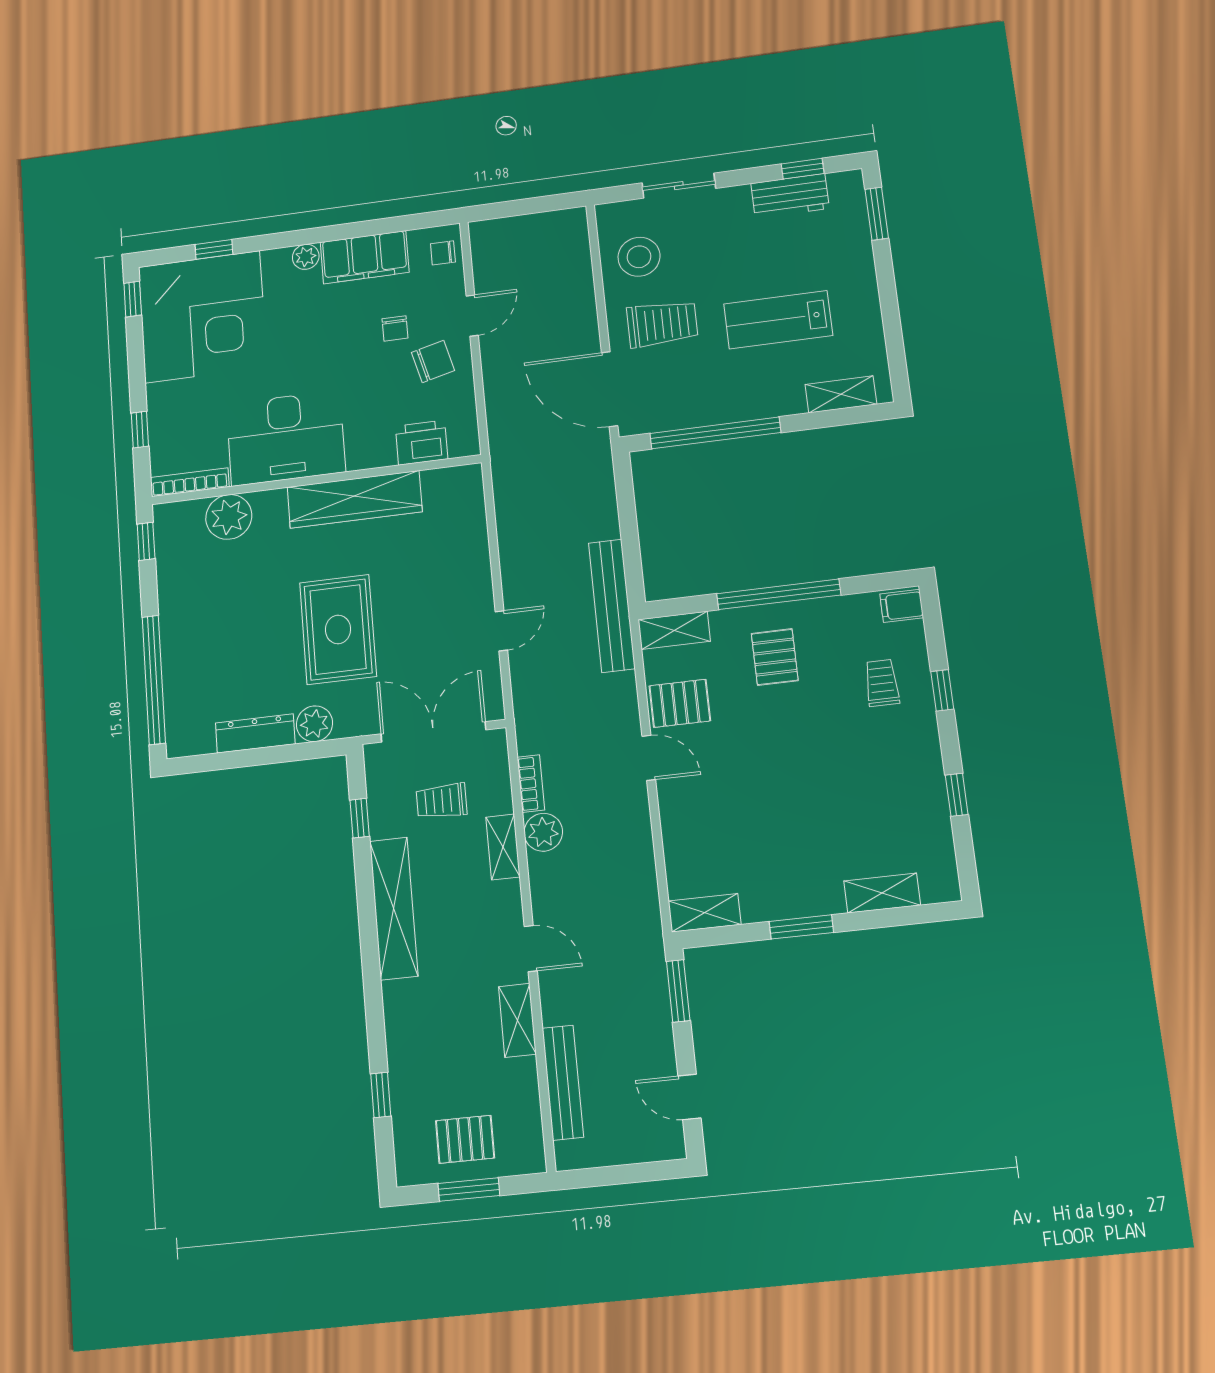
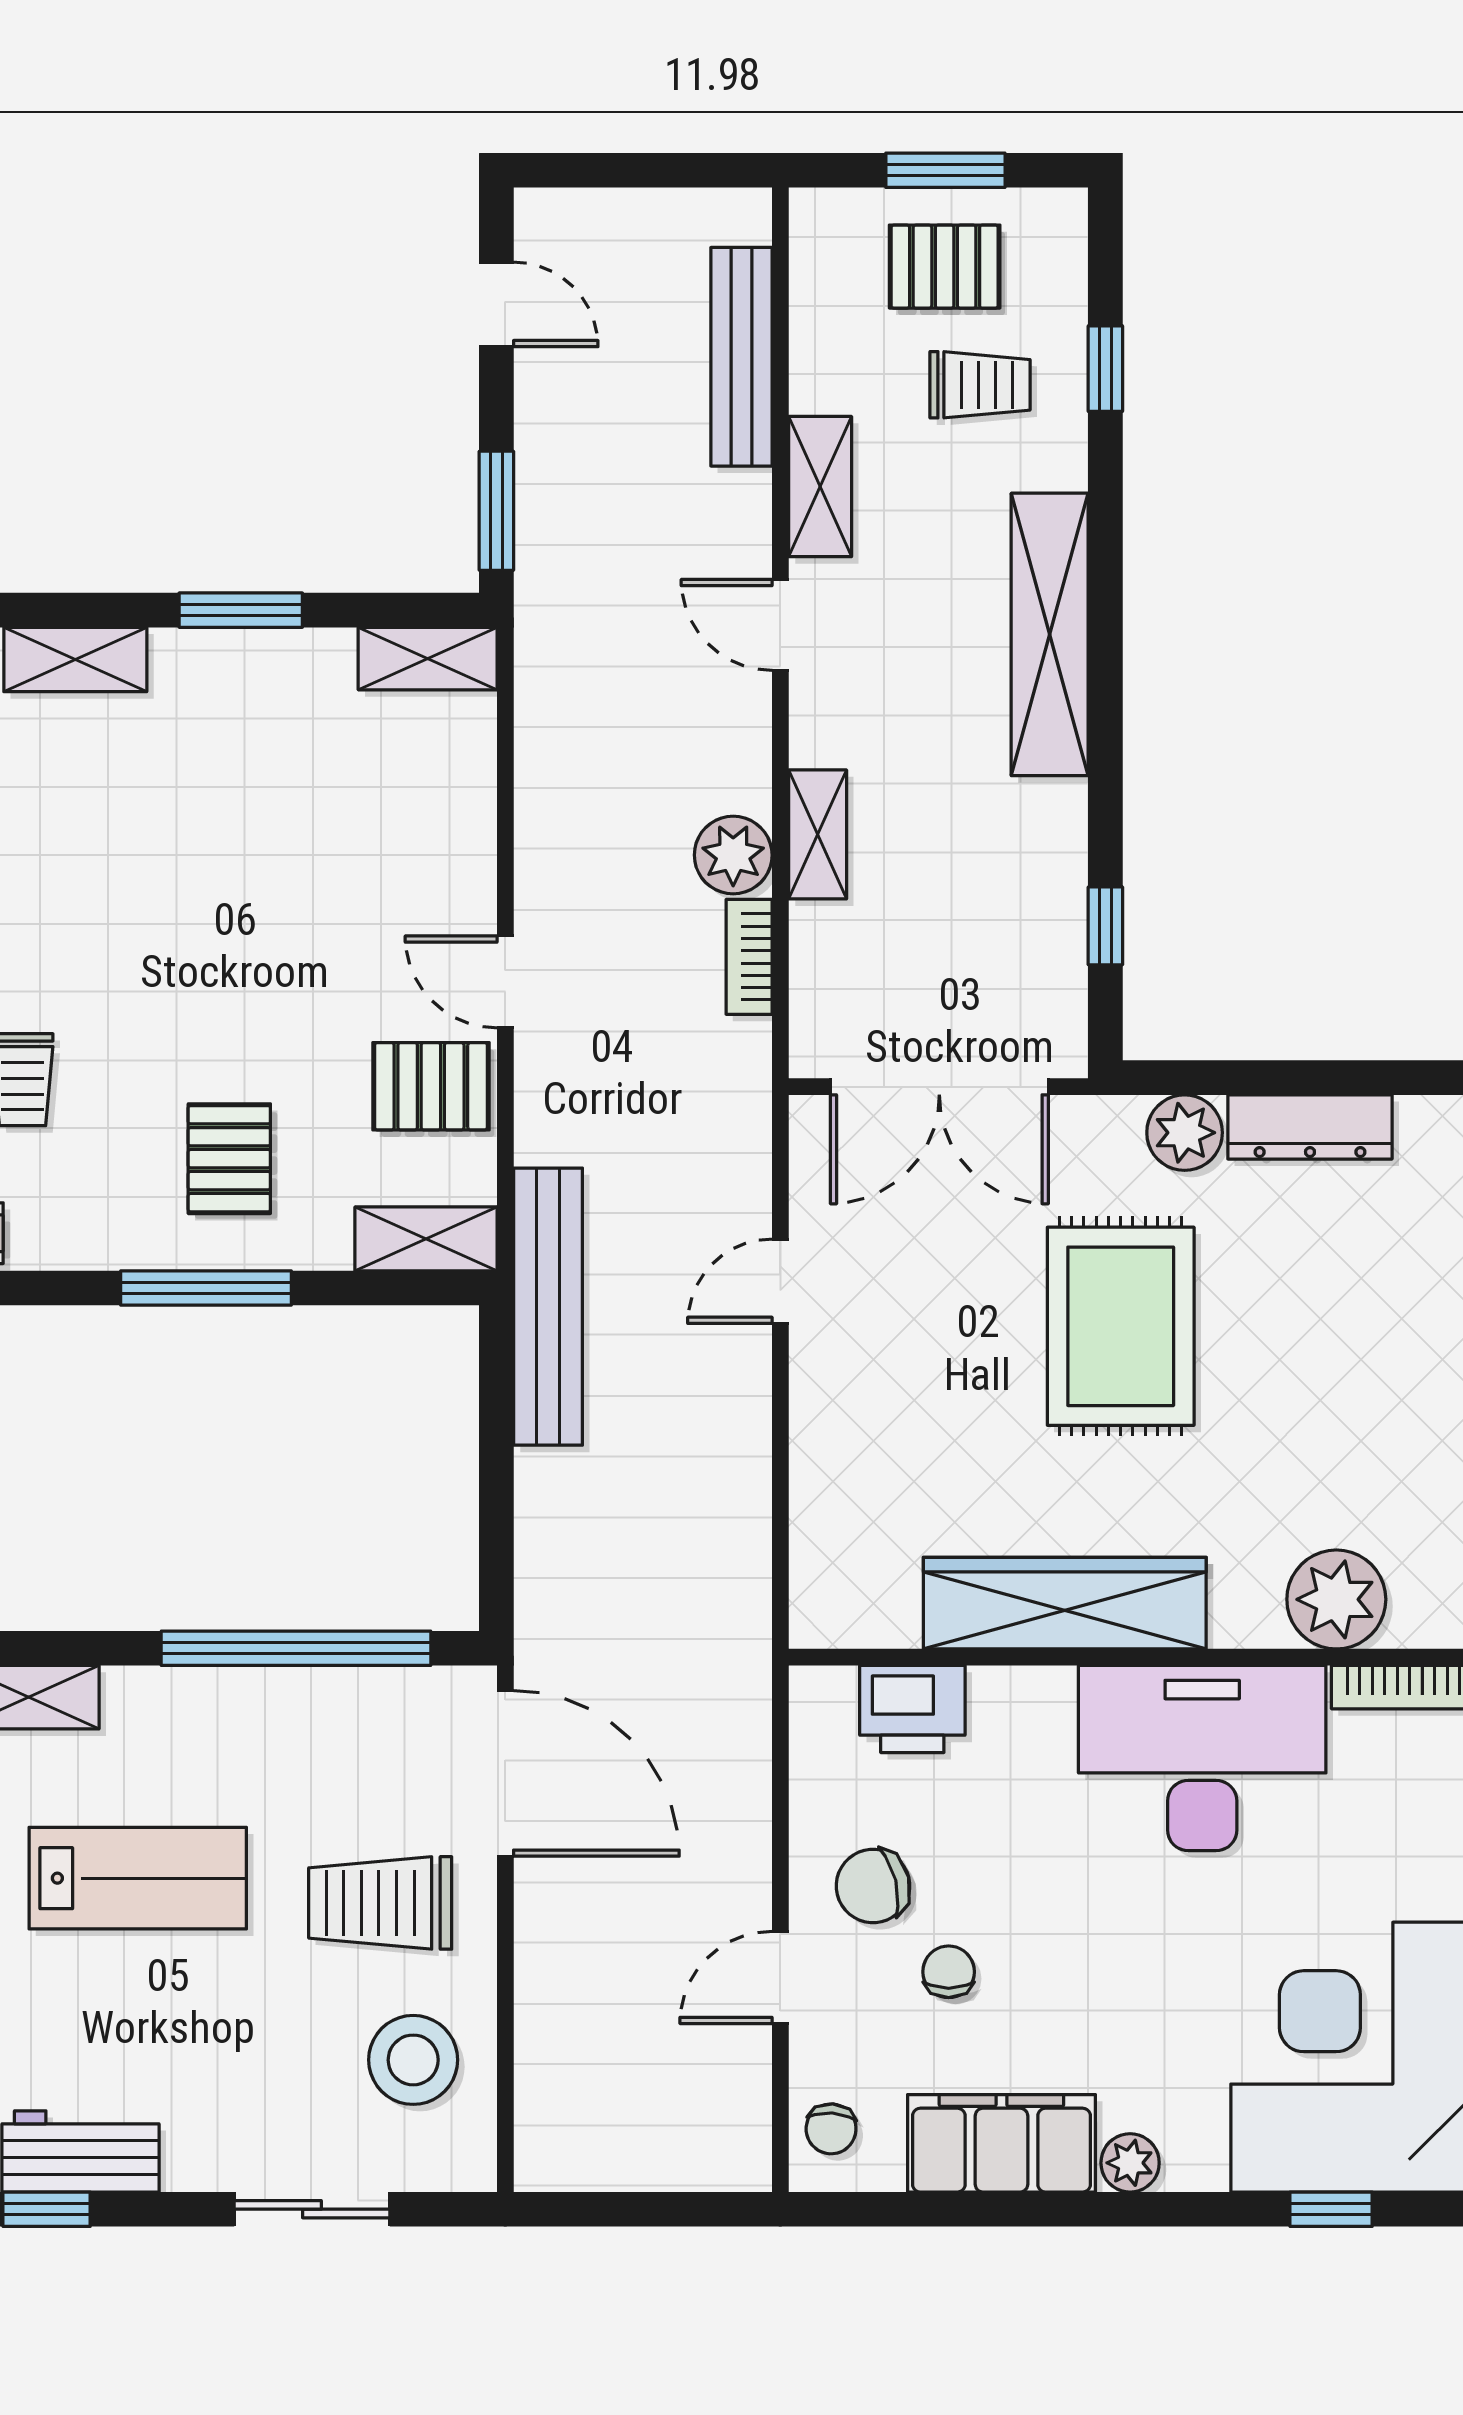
chair: (443, 253) -> (831, 2129), turned 94
window: (779, 594) -> (206, 1288), width x0.68
trolley: (441, 801) -> (980, 385), moved
shelving: (394, 908) -> (1050, 634), moved

